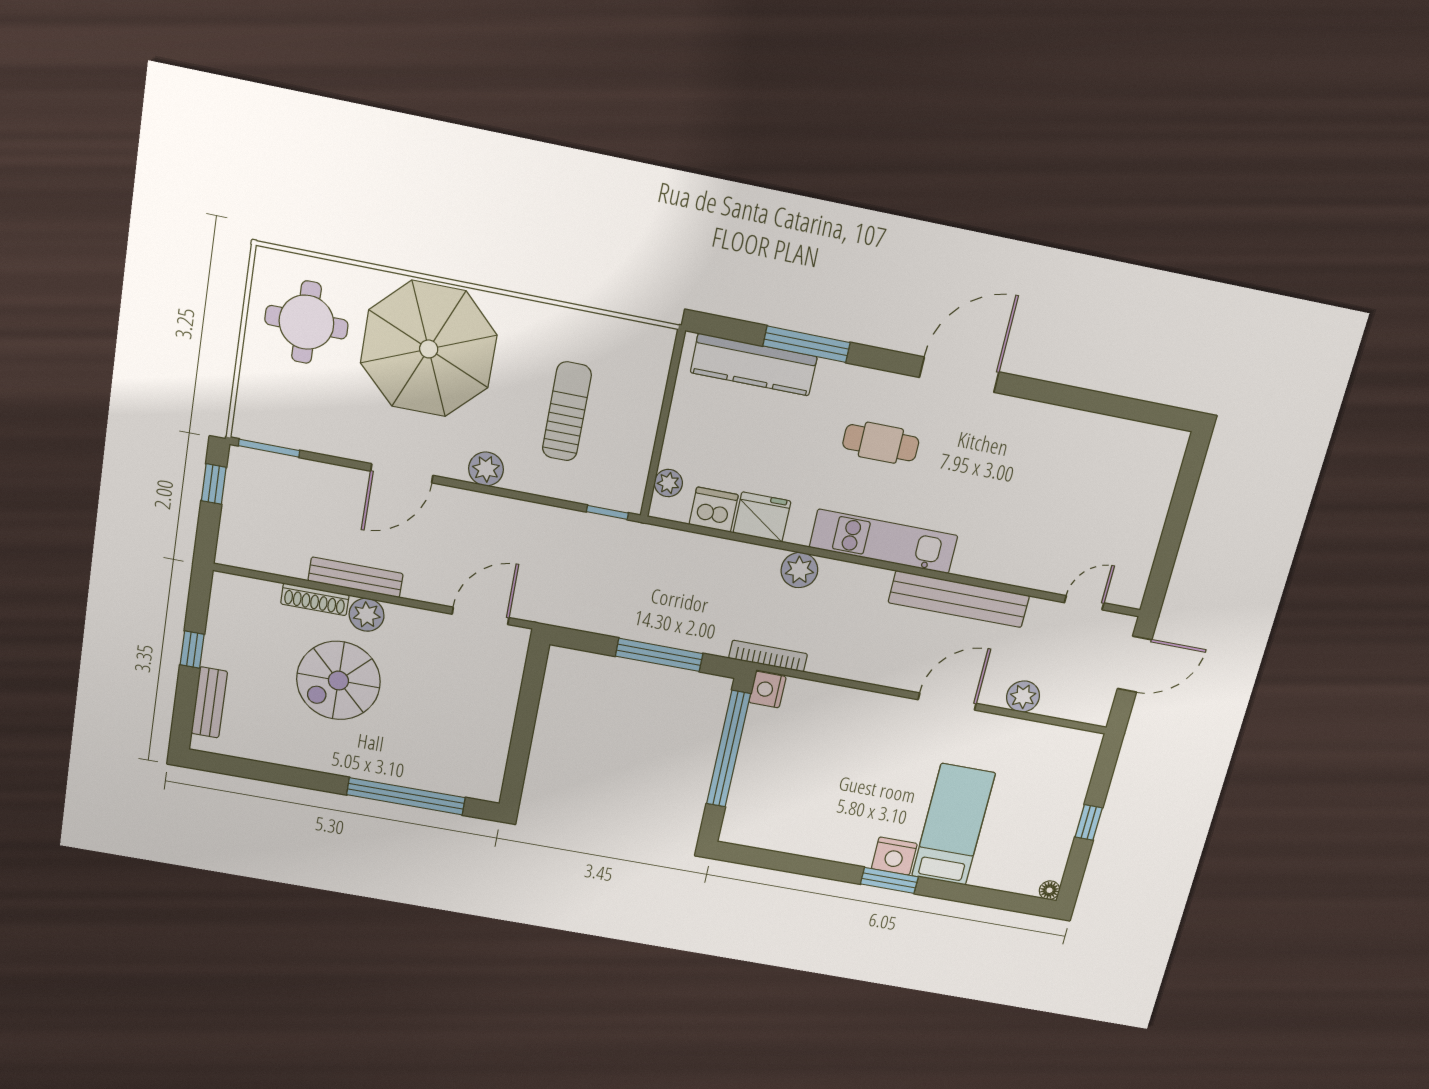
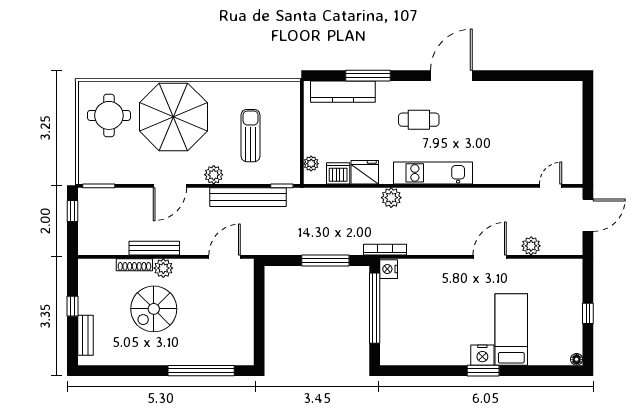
bench: (959, 599) -> (248, 197), moved

